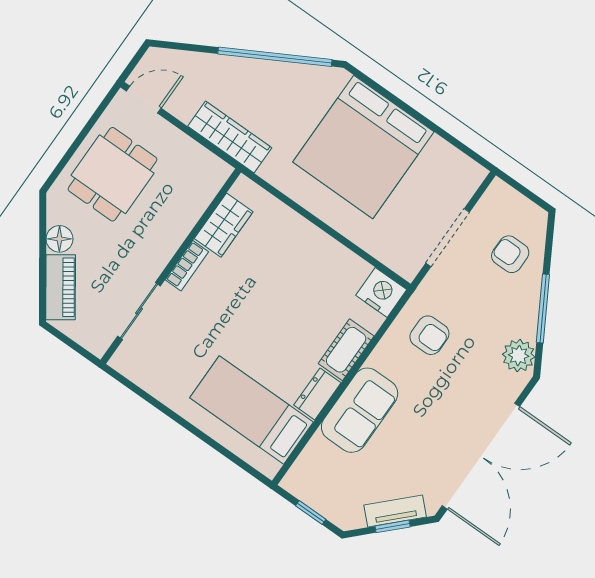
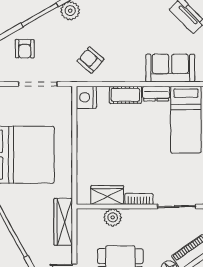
plant: (187, 211) -> (113, 217), added
armchair: (429, 335) -> (90, 60), turned -49
sofa: (360, 410) -> (170, 68), moved

